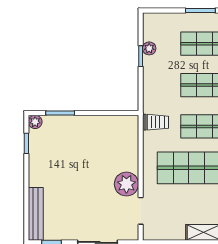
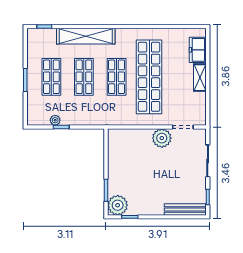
plant: (35, 122) -> (118, 205), width x1.88, depth x1.88
trolley: (156, 122) -> (113, 115), removed

